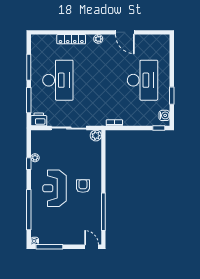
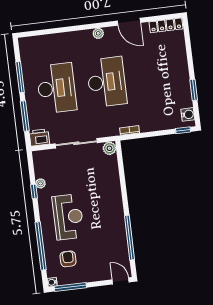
locker: (71, 39) -> (166, 25), moved
desk: (142, 80) -> (107, 82), moved
armchair: (83, 186) -> (68, 259), moved
reception desk: (55, 188) -> (68, 217), turned 180

